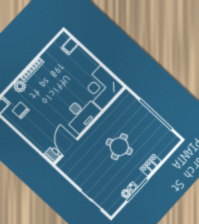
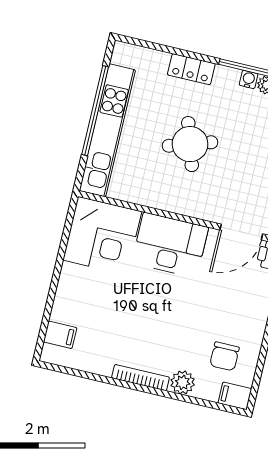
kitchen unit: (145, 115) -> (107, 130), added

